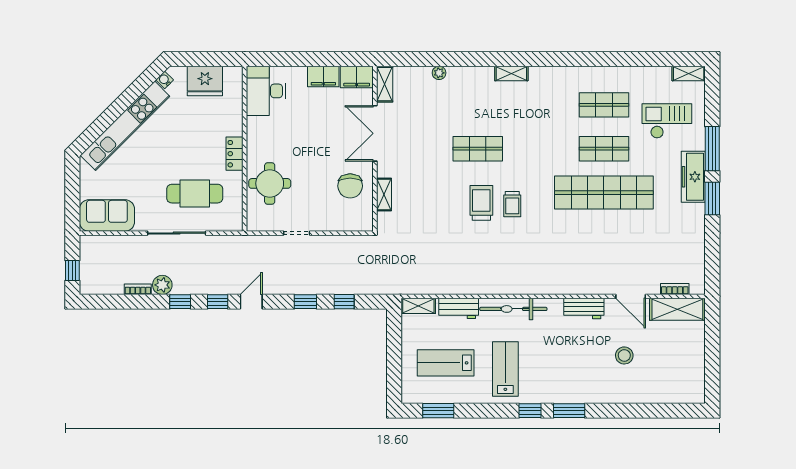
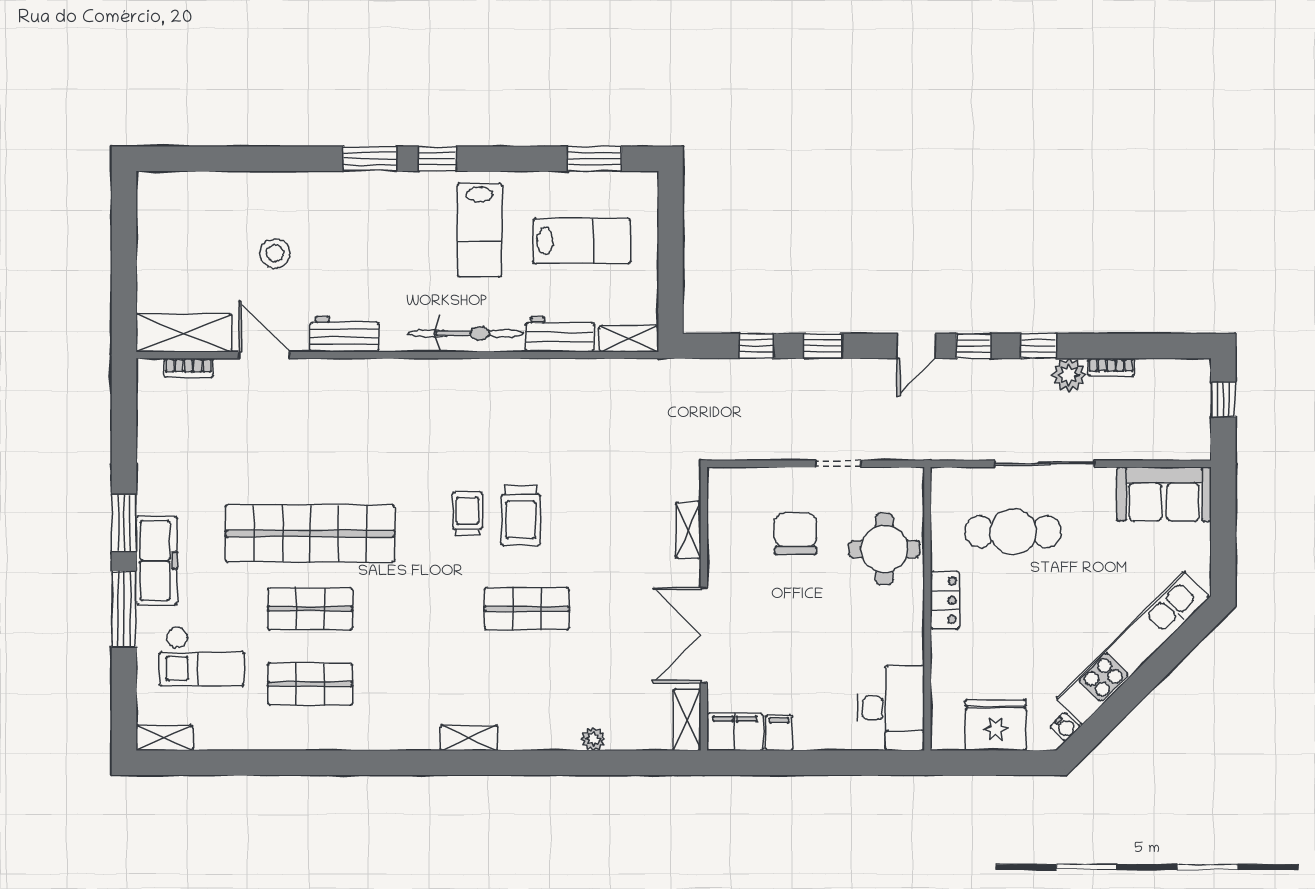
filing cabinet: (323, 76) -> (779, 733), width x0.50
double door: (375, 133) -> (704, 635), swing flipped
chair: (350, 186) -> (796, 534), moved

